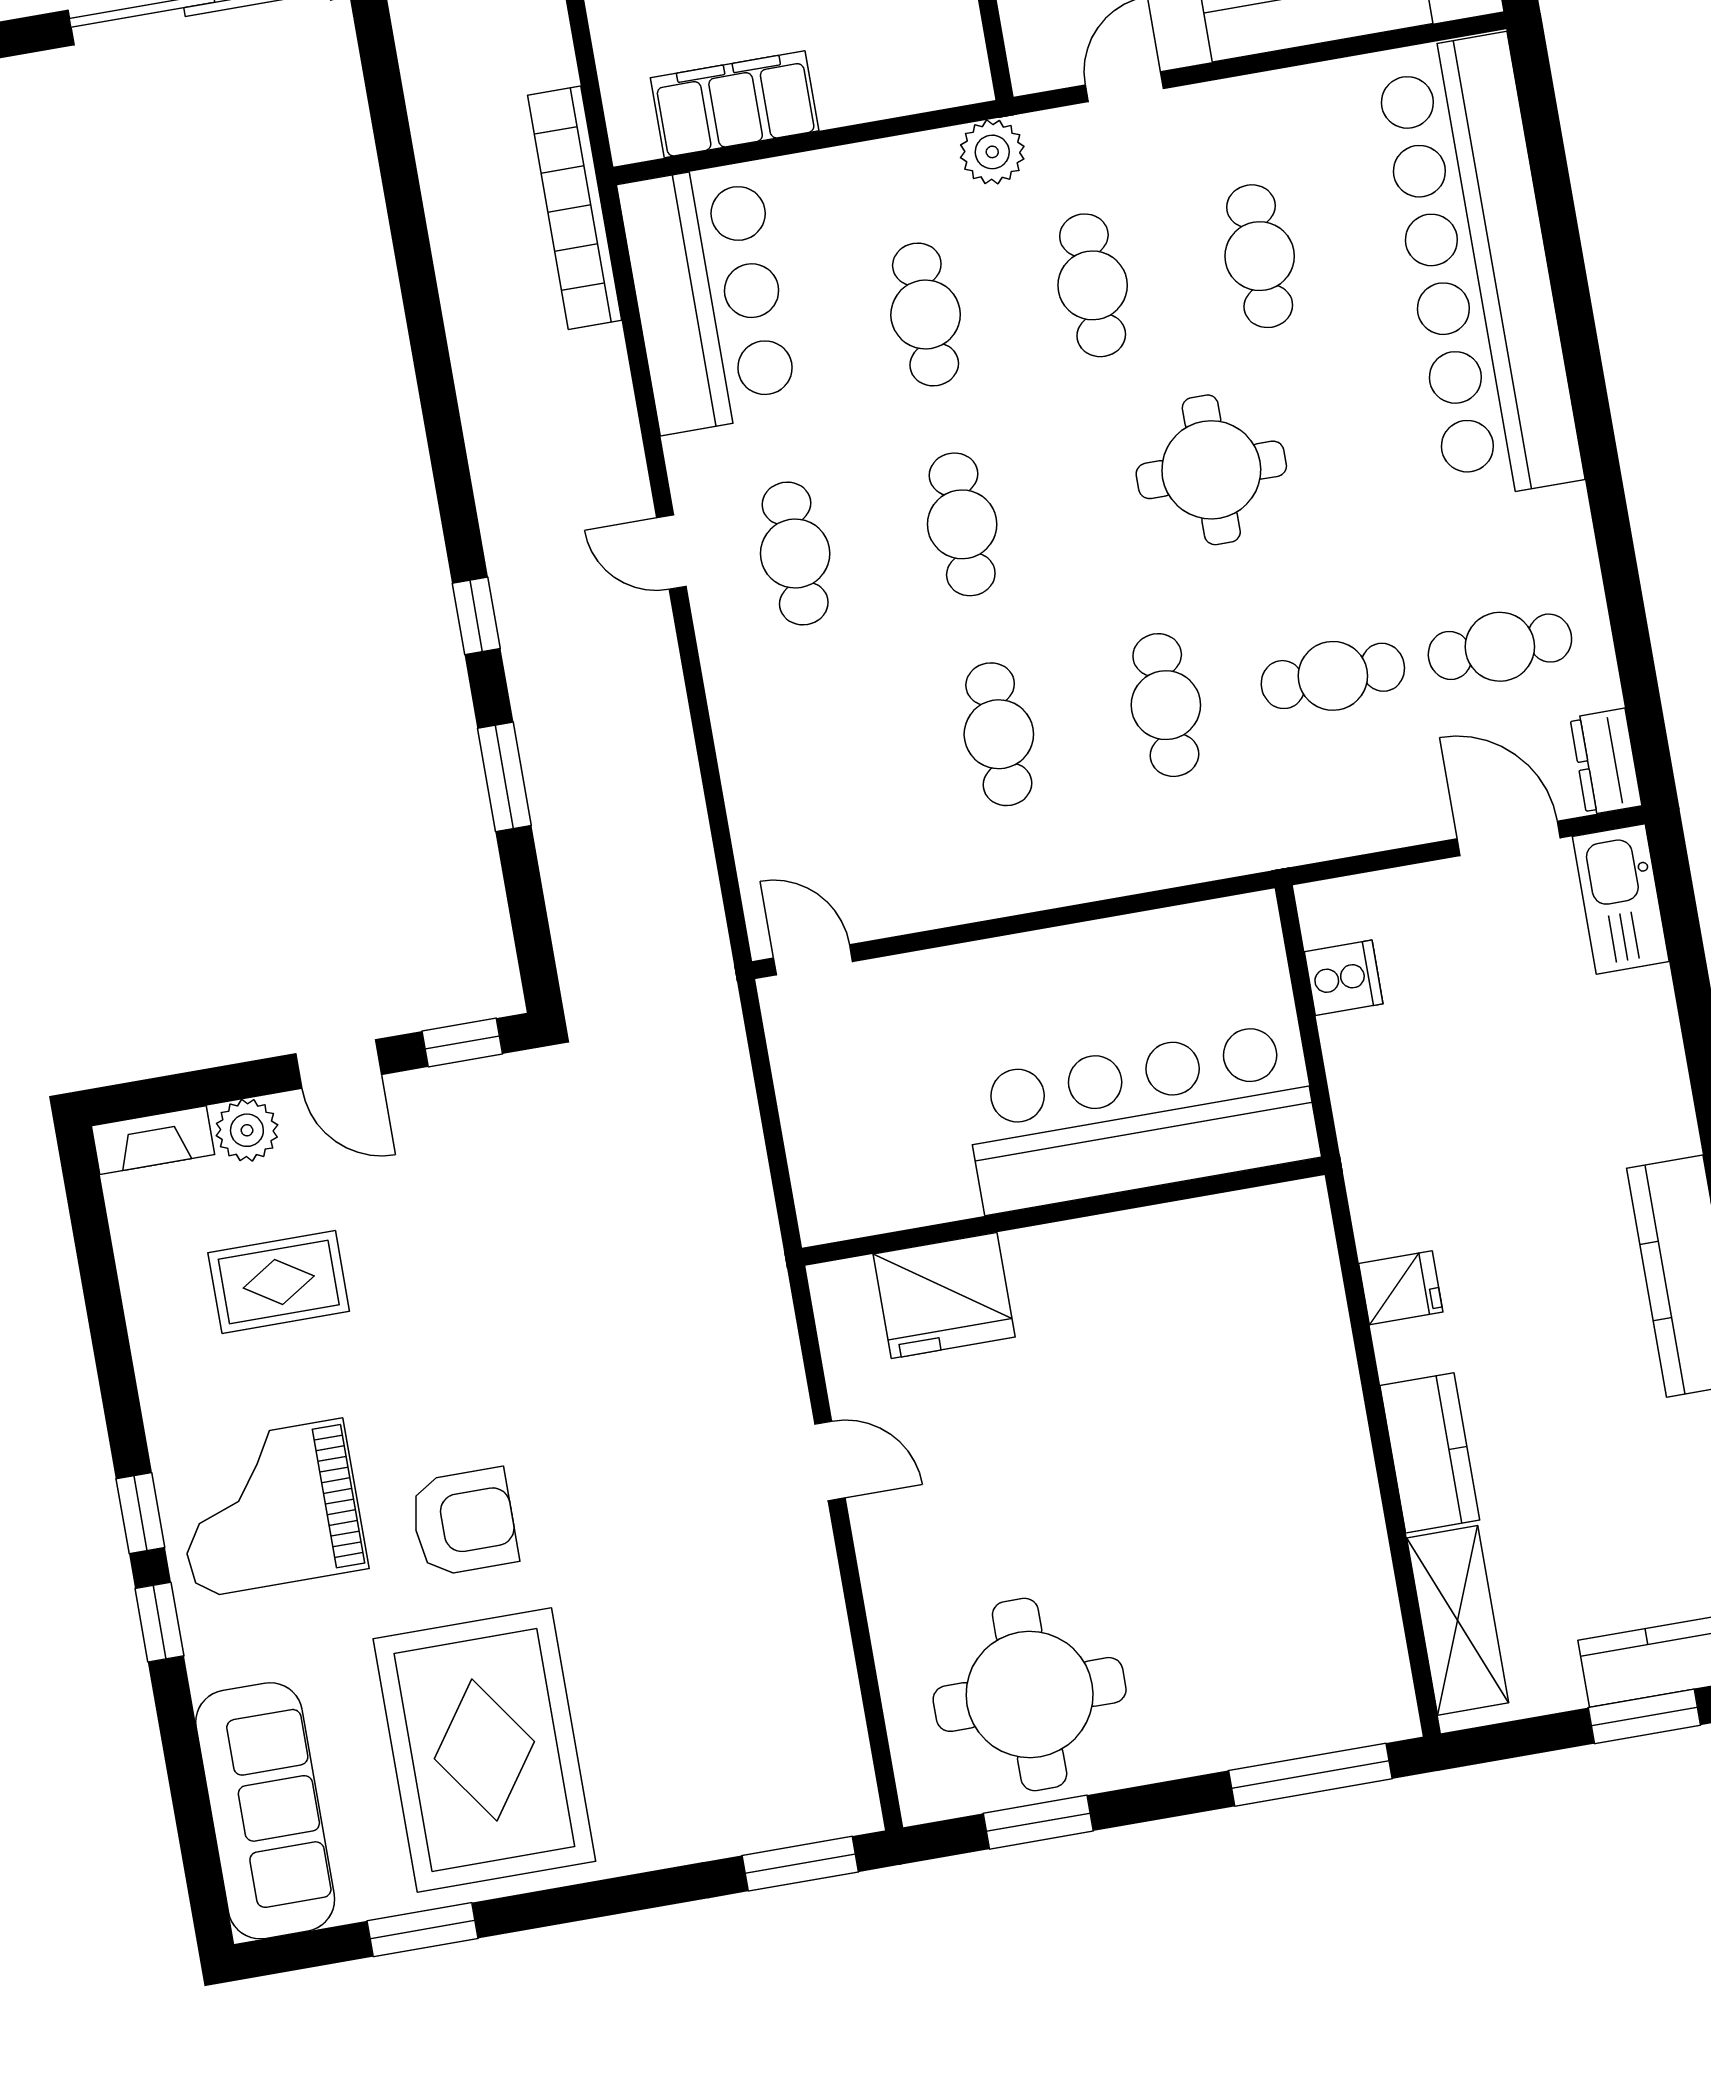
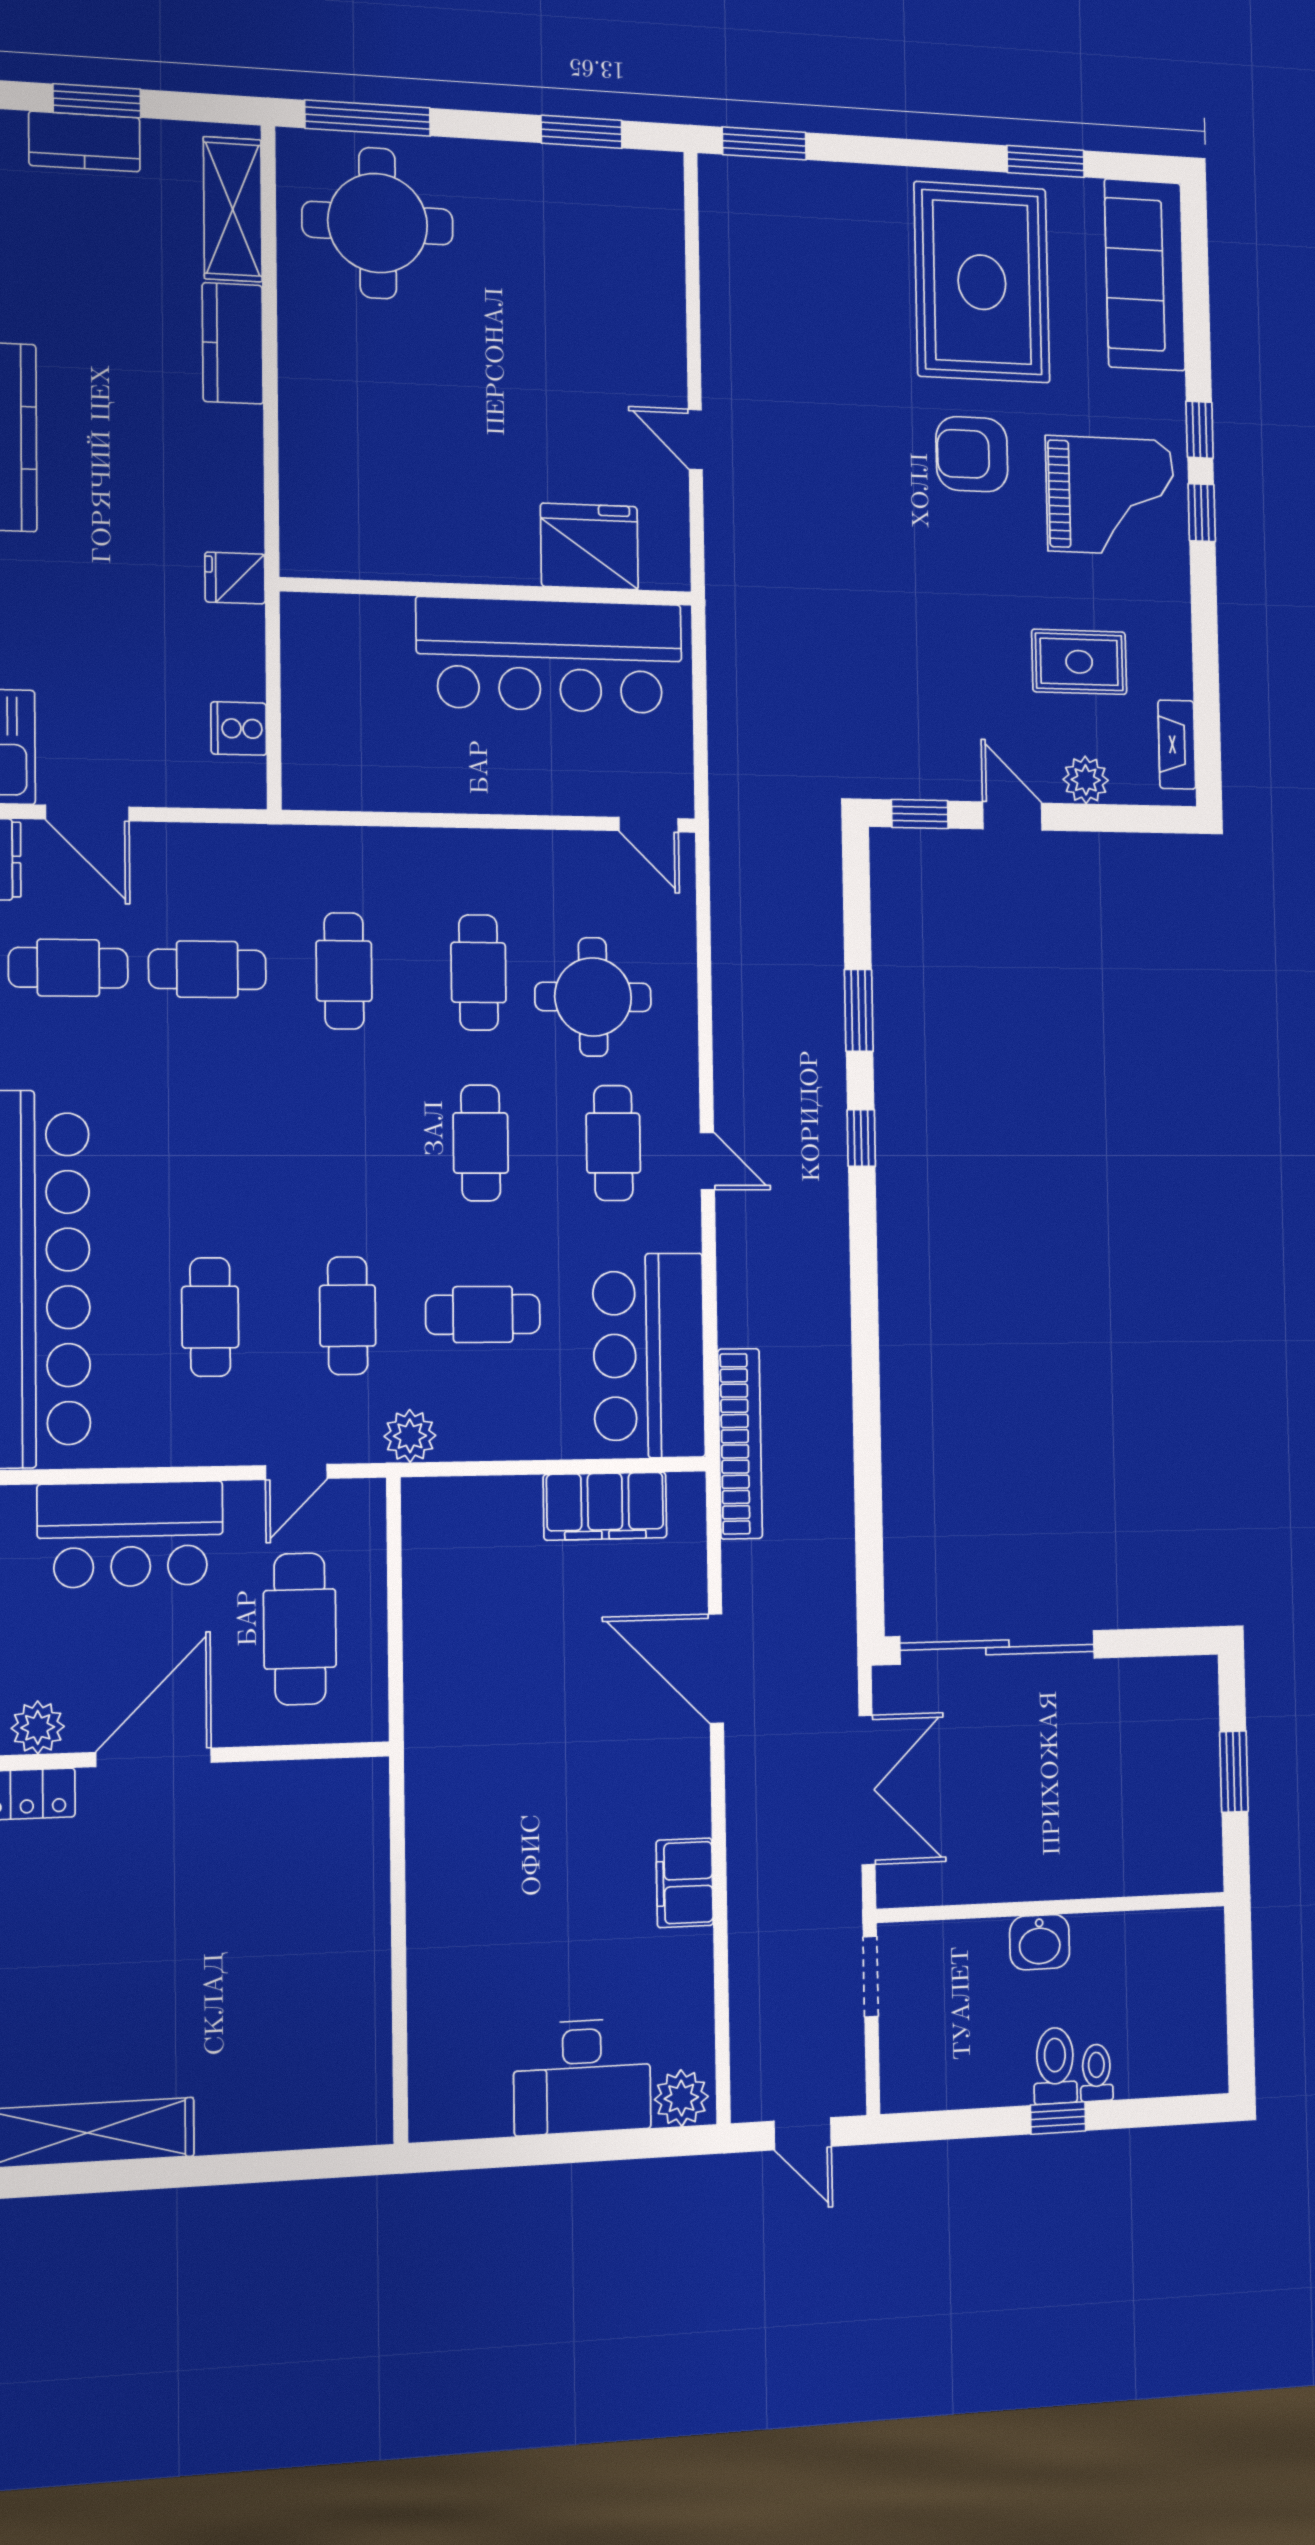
cafe table: (926, 314) -> (483, 1314), turned 90
round table: (1211, 470) -> (593, 997), moved
bar counter: (1141, 1118) -> (550, 655), moved
fireplace: (153, 1140) -> (1177, 745), moved, turned -90
fridge: (1401, 1288) -> (235, 578), moved
round table: (1030, 1694) -> (378, 223), moved

